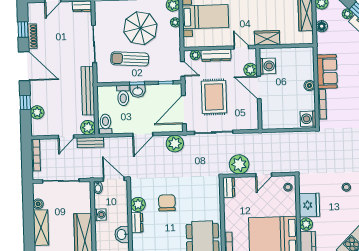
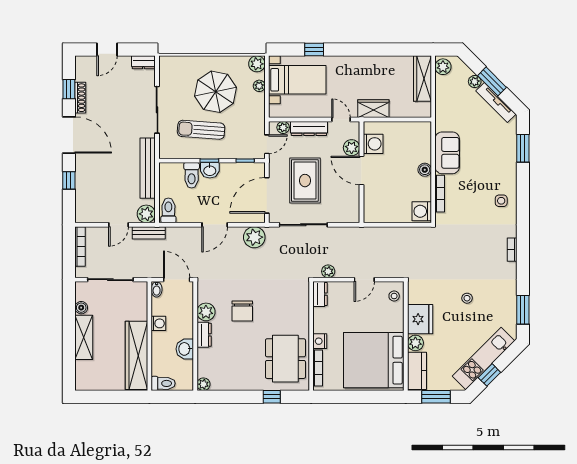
floor lamp: (322, 26) -> (442, 96), removed
door: (183, 69) -> (267, 144), hinge flipped
plant: (37, 112) -> (83, 193), removed
plant: (239, 164) -> (328, 271), width x0.53, depth x0.53
chair: (167, 203) -> (242, 311), turned 180
nightstand: (230, 225) -> (320, 341), added

